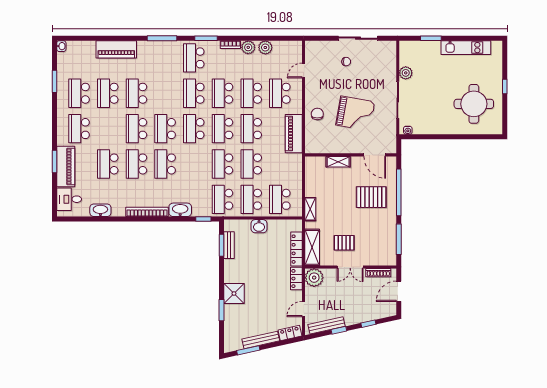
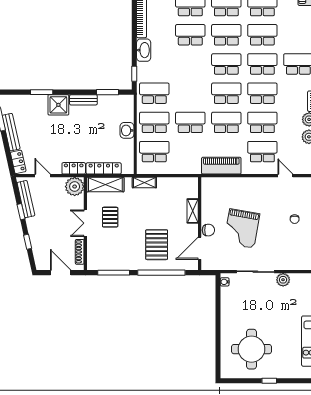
chair: (317, 114) -> (208, 230), moved
school desk: (222, 164) -> (262, 35), moved
bench: (229, 245) -> (83, 100), moved

